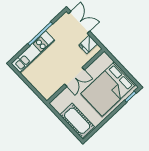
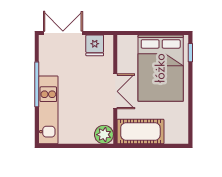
plant: (47, 92) -> (104, 135), added
cot: (77, 121) -> (140, 131), moved

